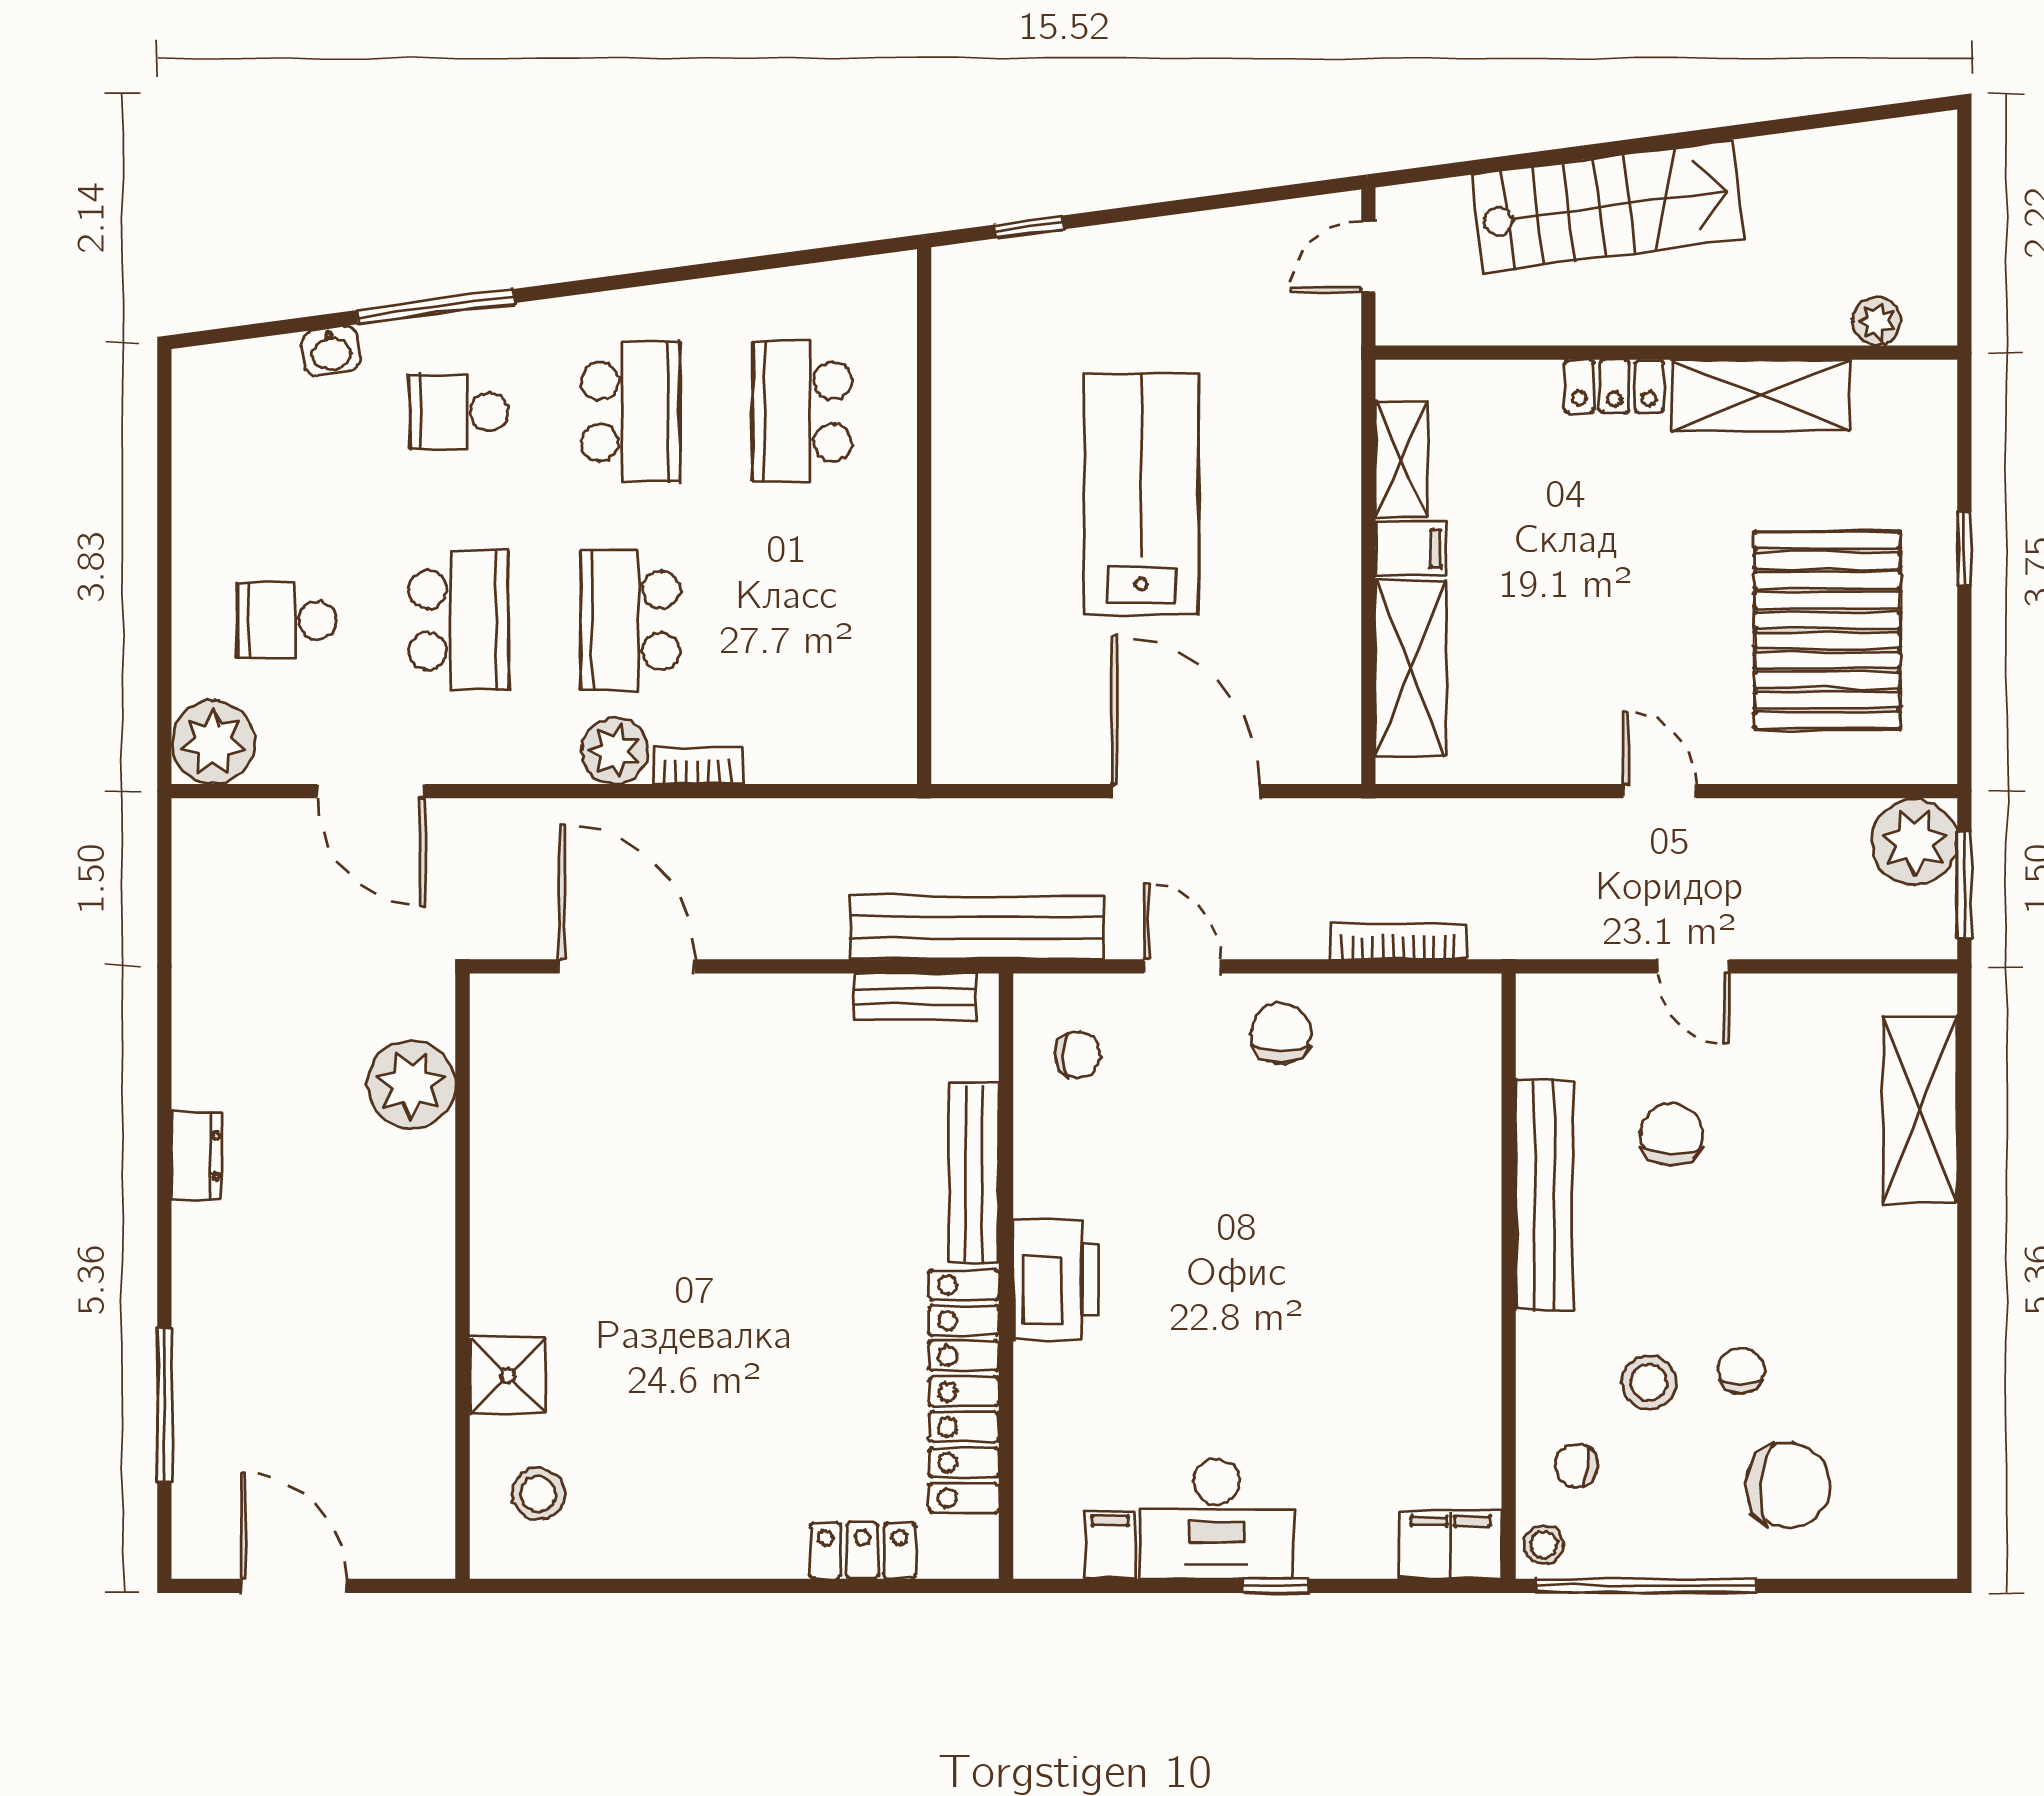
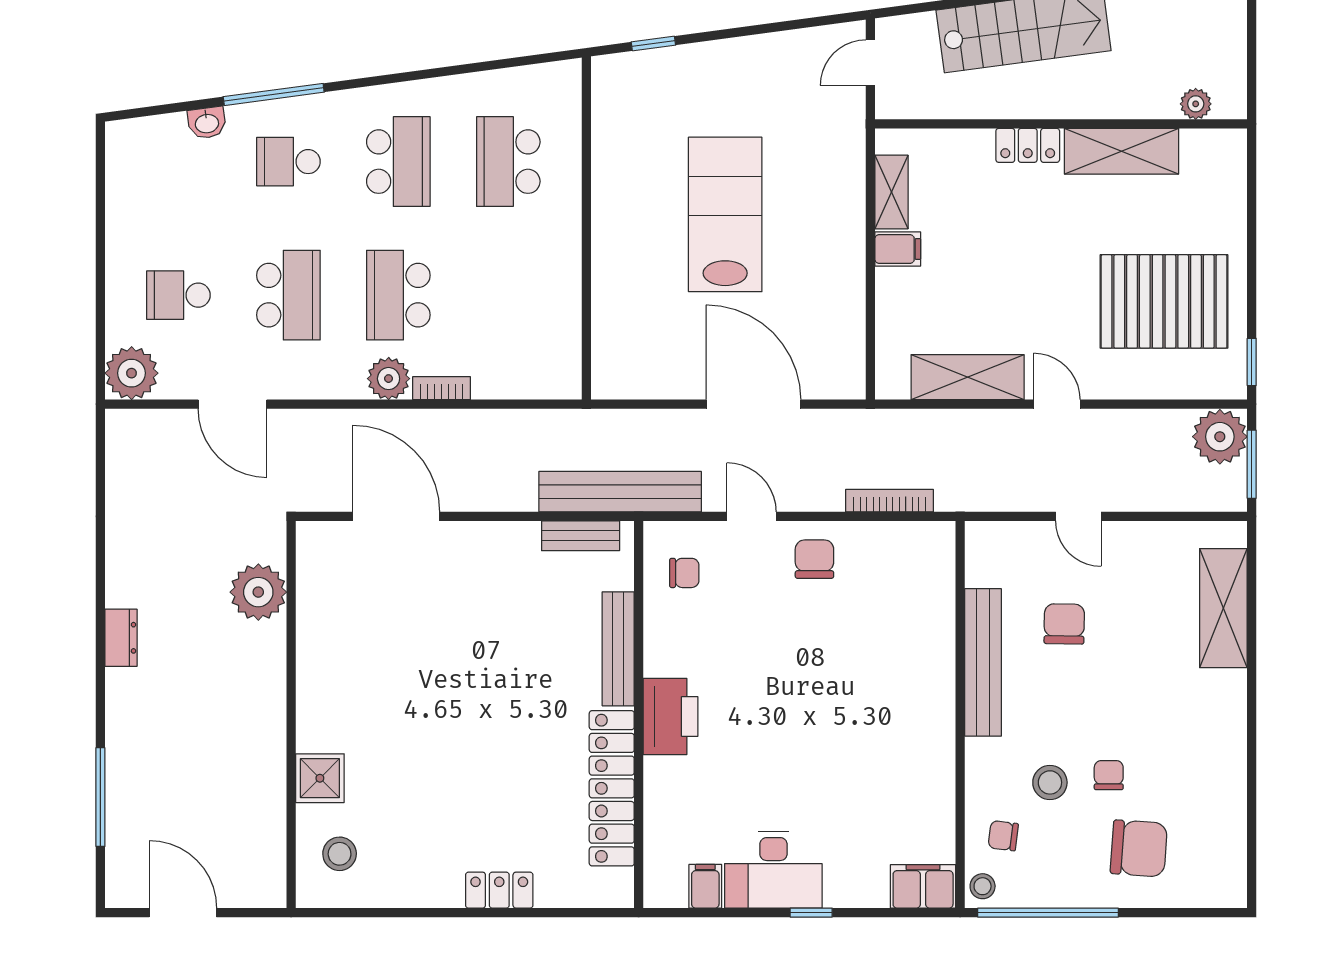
window: (1964, 549) -> (1252, 362), moved
pallet: (1827, 630) -> (1164, 301), turned 90
shelving: (1411, 668) -> (968, 377), moved, turned 90
locker: (862, 1551) -> (499, 890), moved

